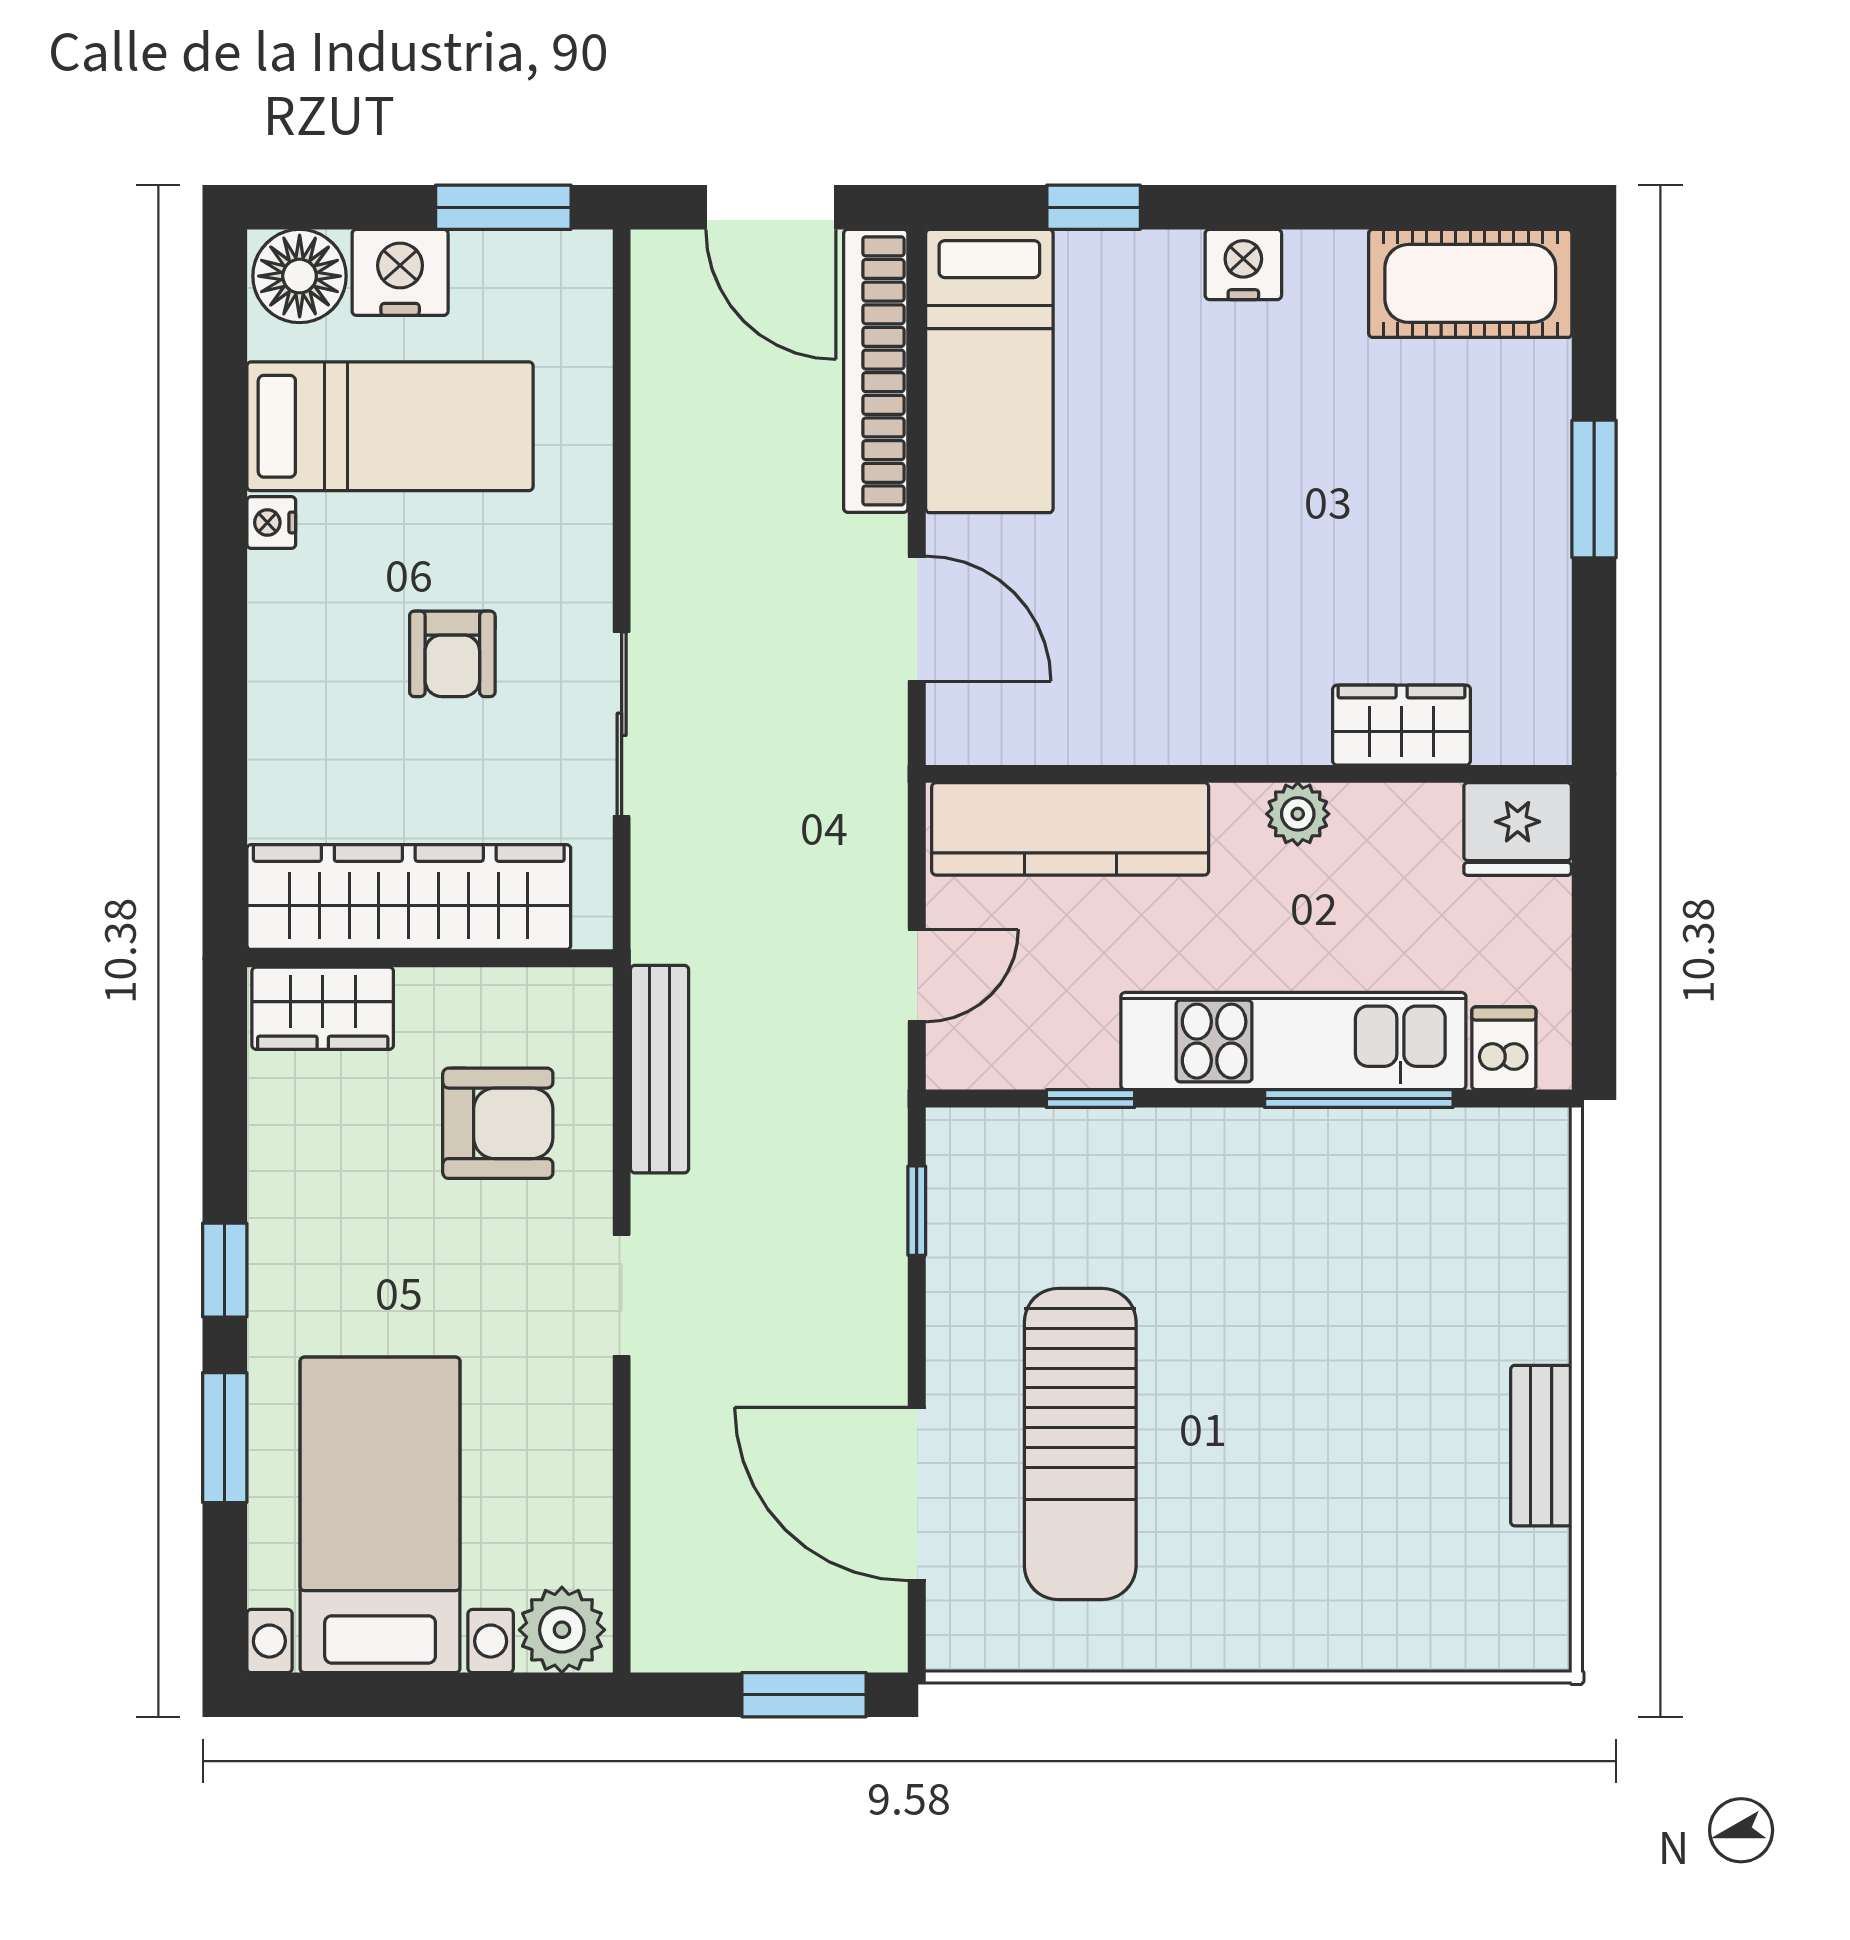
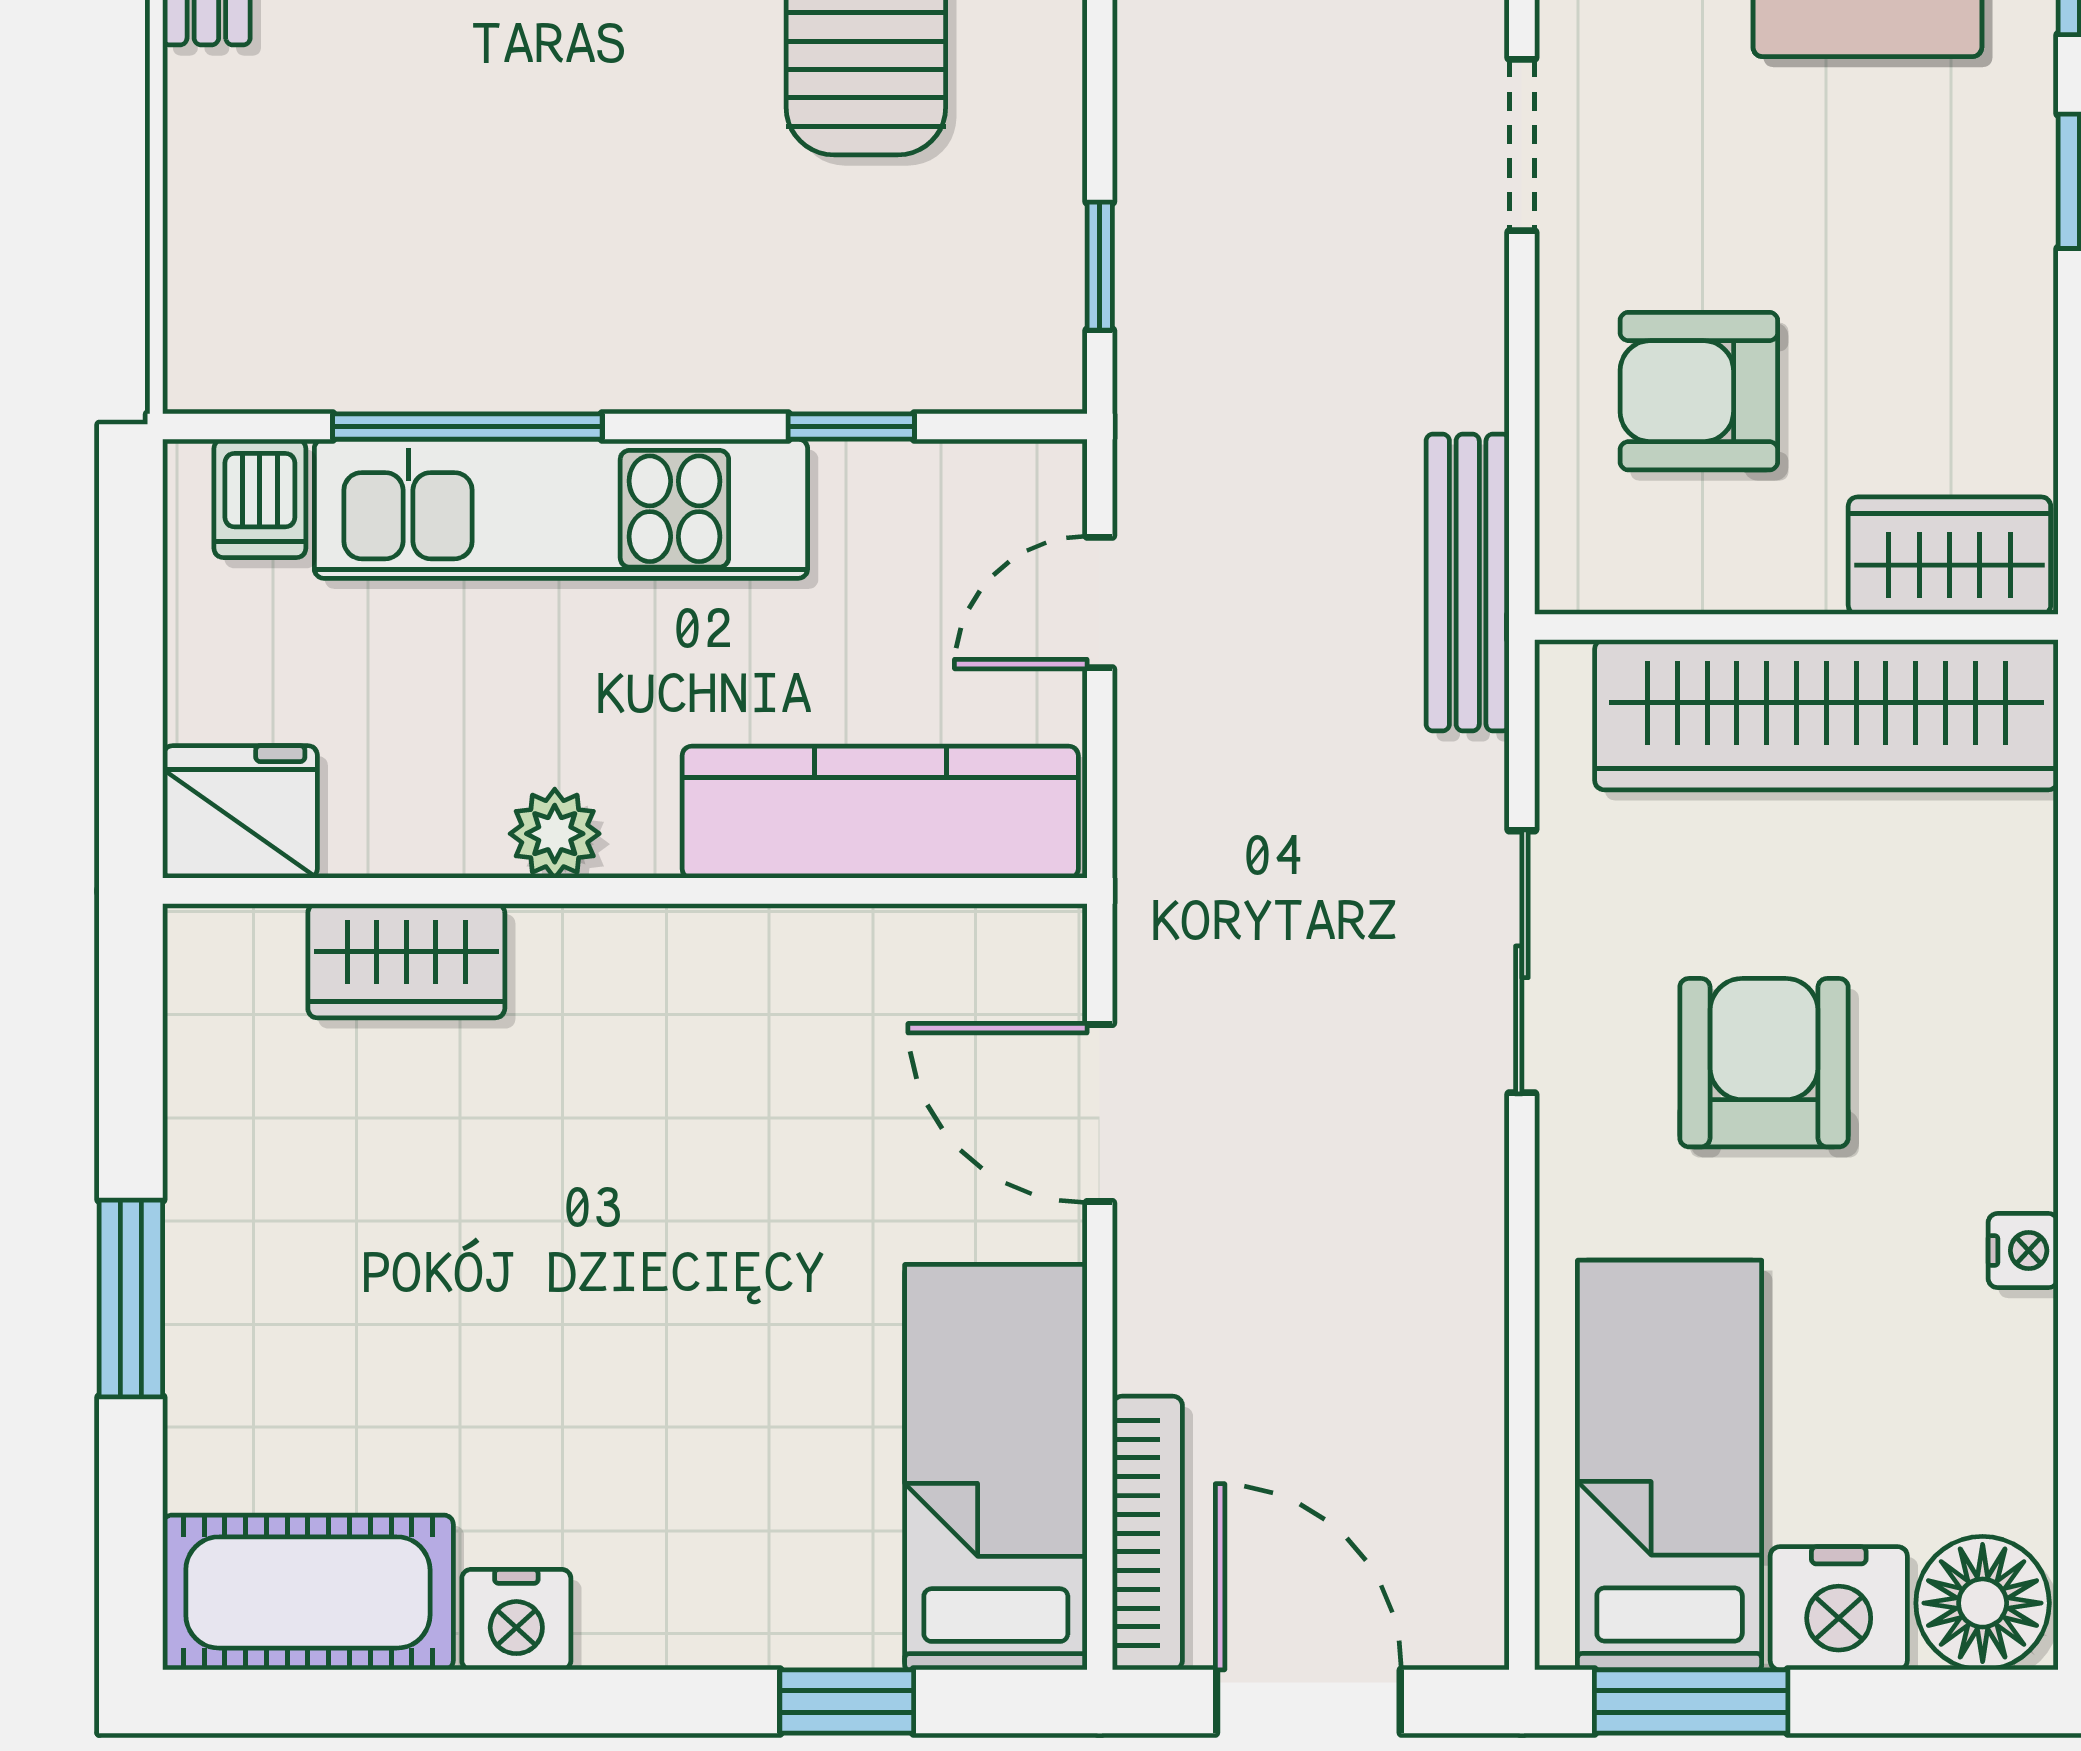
nightstand: (1243, 264) -> (516, 1620), moved
bookcase: (876, 371) -> (1147, 1533), width x0.68, depth x0.76
bed: (390, 426) -> (1670, 1465), moved, turned 90
armchair: (452, 654) -> (1764, 1063), width x1.38, depth x1.38
bench: (660, 1069) -> (1468, 583), moved

